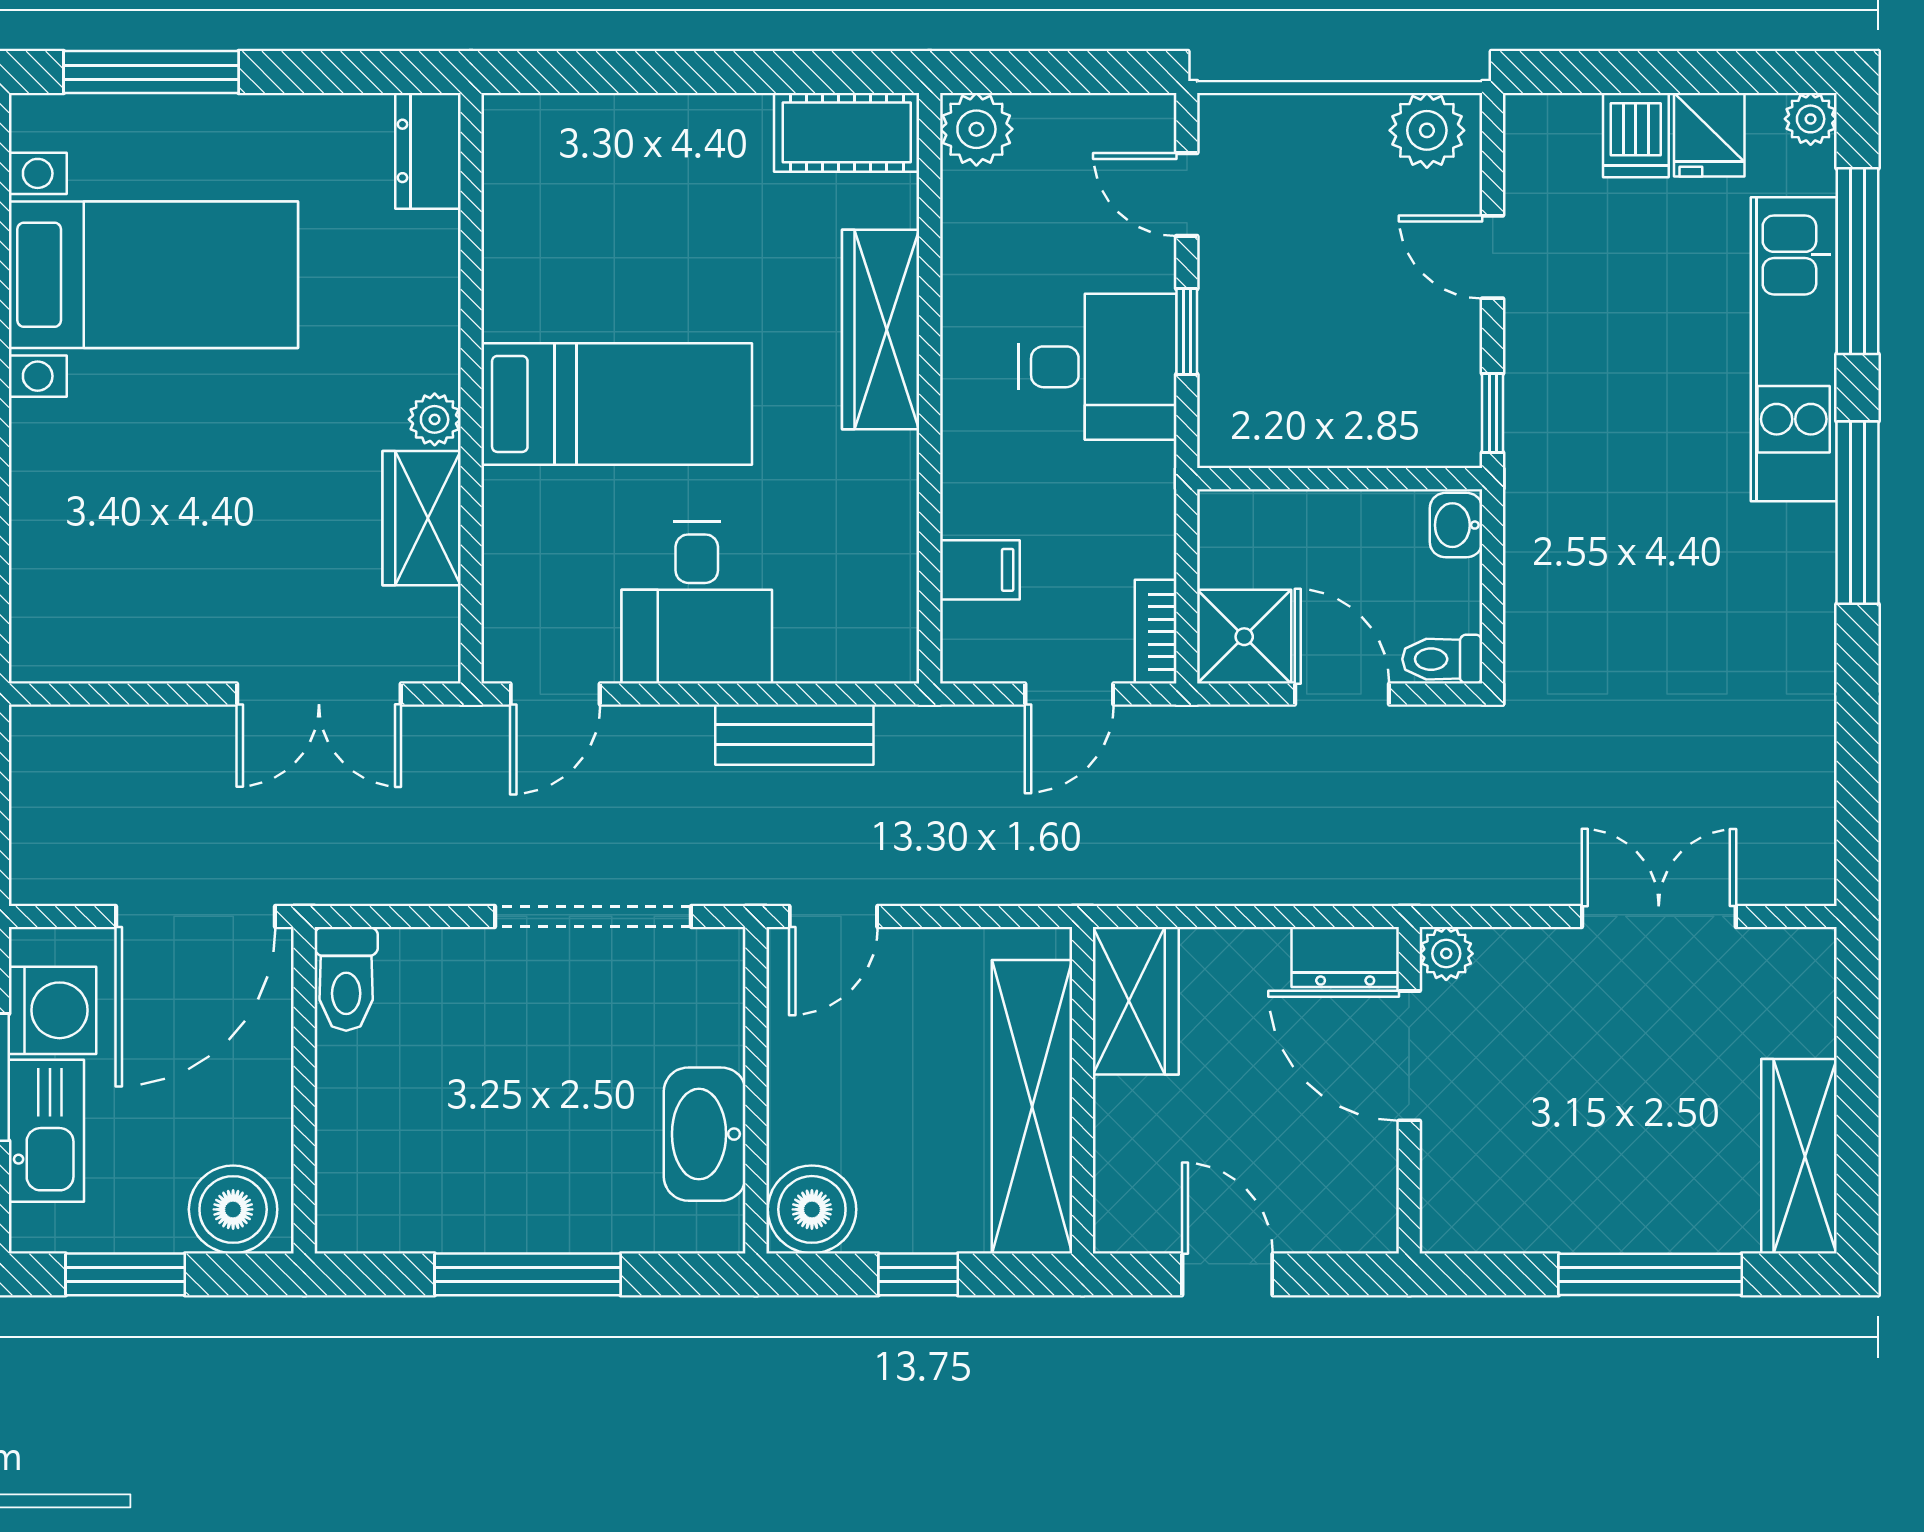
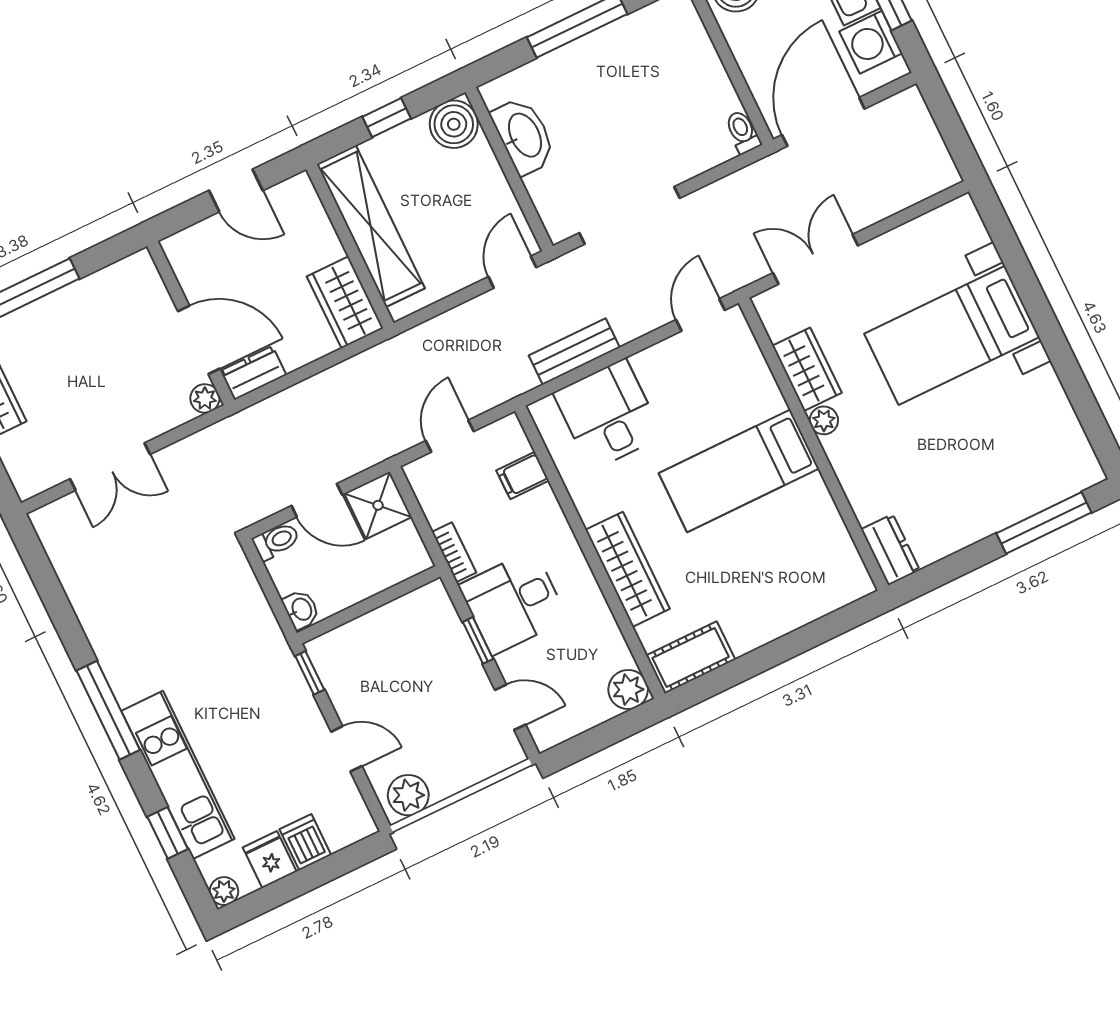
window: (1857, 261) -> (168, 833), width x0.46
bed with nightstands: (153, 275) -> (952, 335), moved
desk: (697, 603) -> (608, 415), moved
bookcase: (1156, 632) -> (454, 552), moved
toilet: (346, 979) -> (743, 132), width x0.73, depth x0.72

